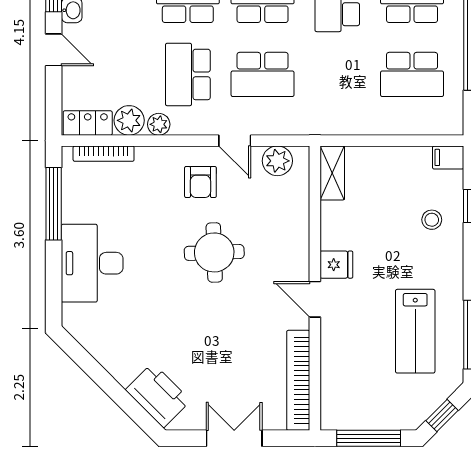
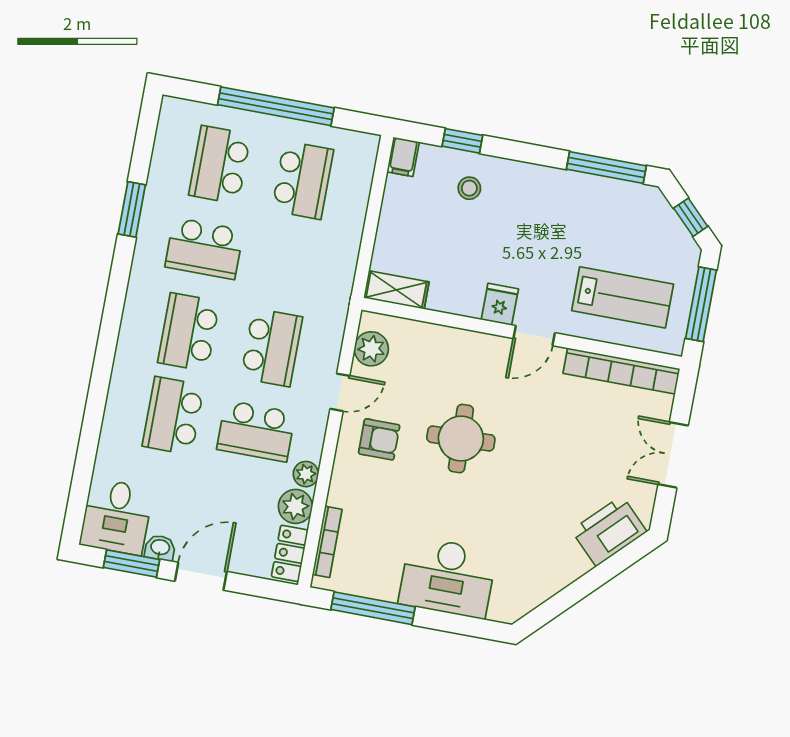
door: (54, 50) -> (201, 576), width x1.38
lab bench: (415, 331) -> (623, 297), moved

